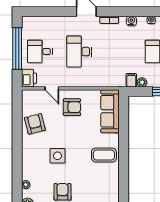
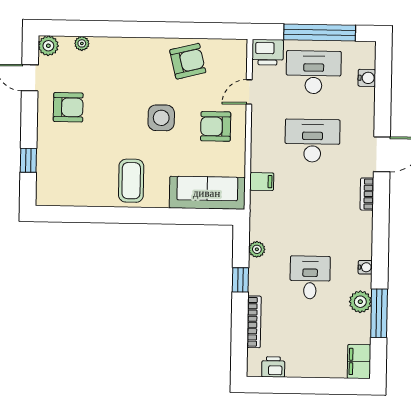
water cooler: (131, 21) -> (367, 78), moved
desk: (40, 52) -> (314, 72), width x1.37
filing cabinet: (131, 80) -> (262, 182), moved
armchair: (72, 107) -> (216, 126), turned 90
side table: (58, 156) -> (161, 118), moved

